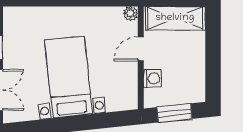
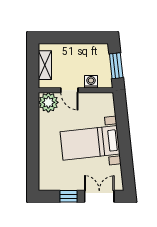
plant: (131, 14) -> (48, 102), width x1.88, depth x1.88
shelving: (175, 18) -> (45, 65), width x0.67, depth x0.75

